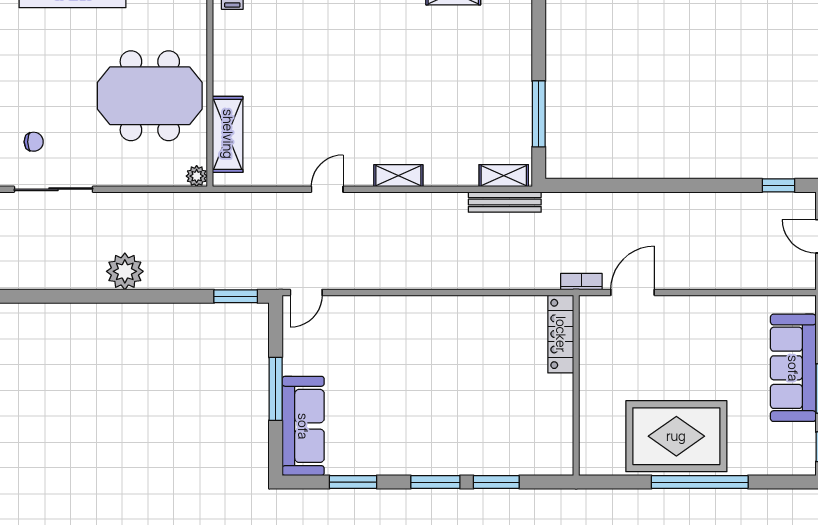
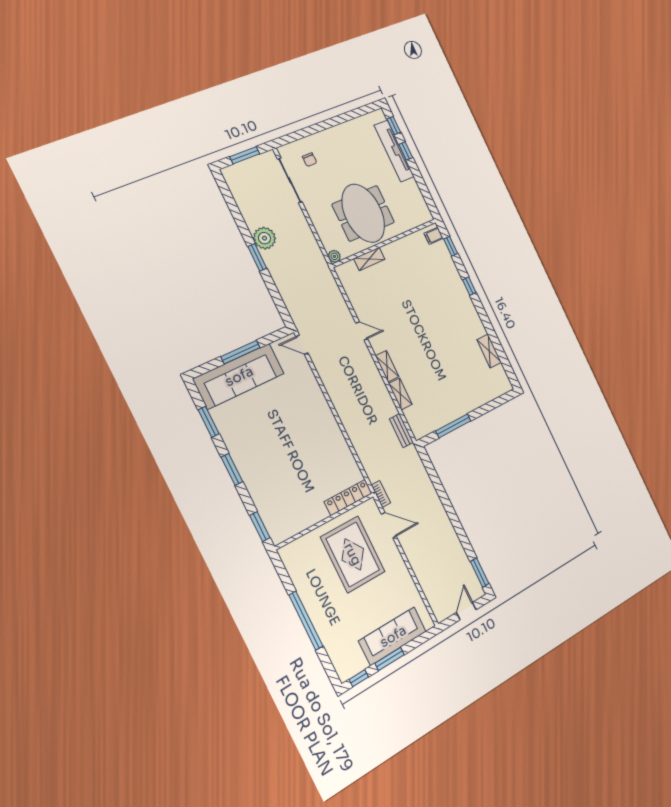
shelving: (228, 134) -> (369, 259), width x0.67, depth x0.75
shelving: (504, 176) -> (400, 394), moved
window: (778, 185) -> (480, 573), width x1.50
bench: (505, 202) -> (401, 431), width x0.73
window: (236, 296) -> (257, 257), moved
sofa: (303, 426) -> (239, 376), width x1.36, depth x1.27
rug: (676, 436) -> (353, 554), moved
window: (496, 482) -> (260, 527), moved

